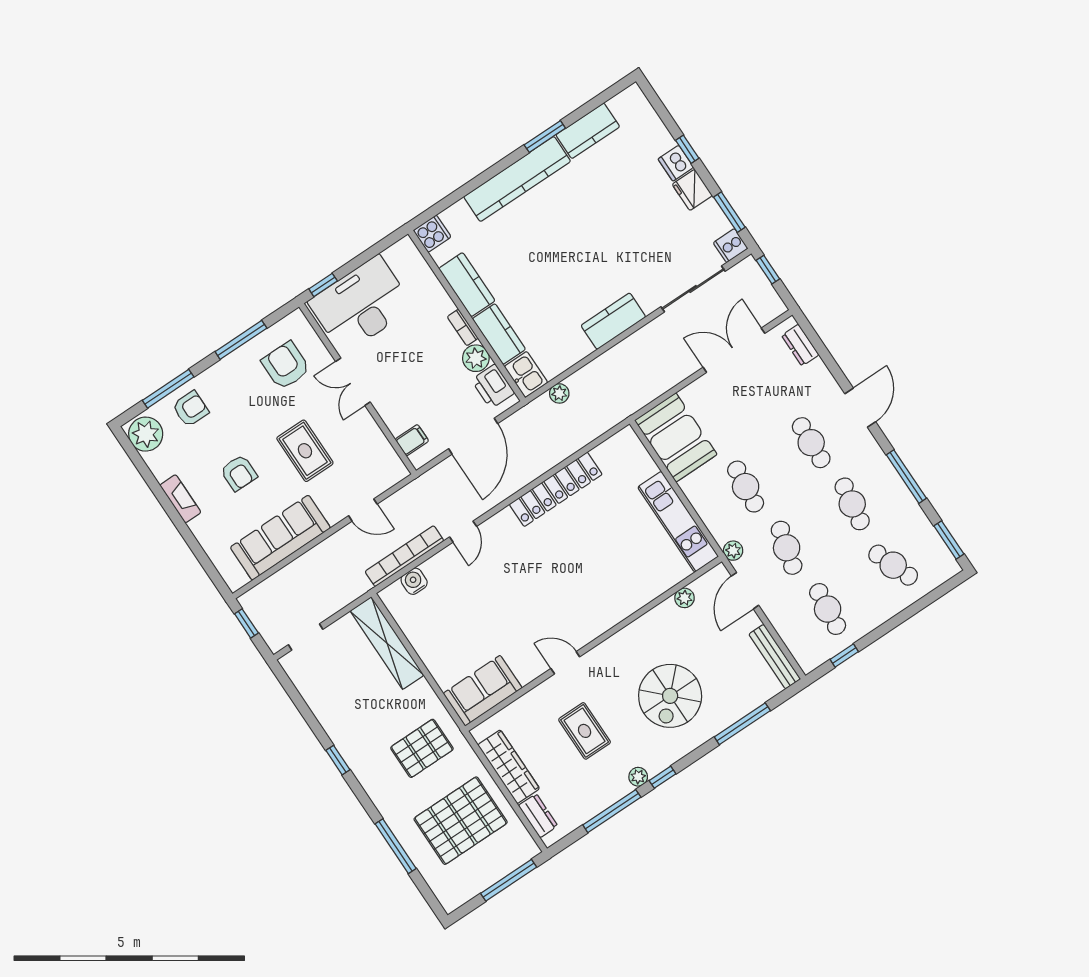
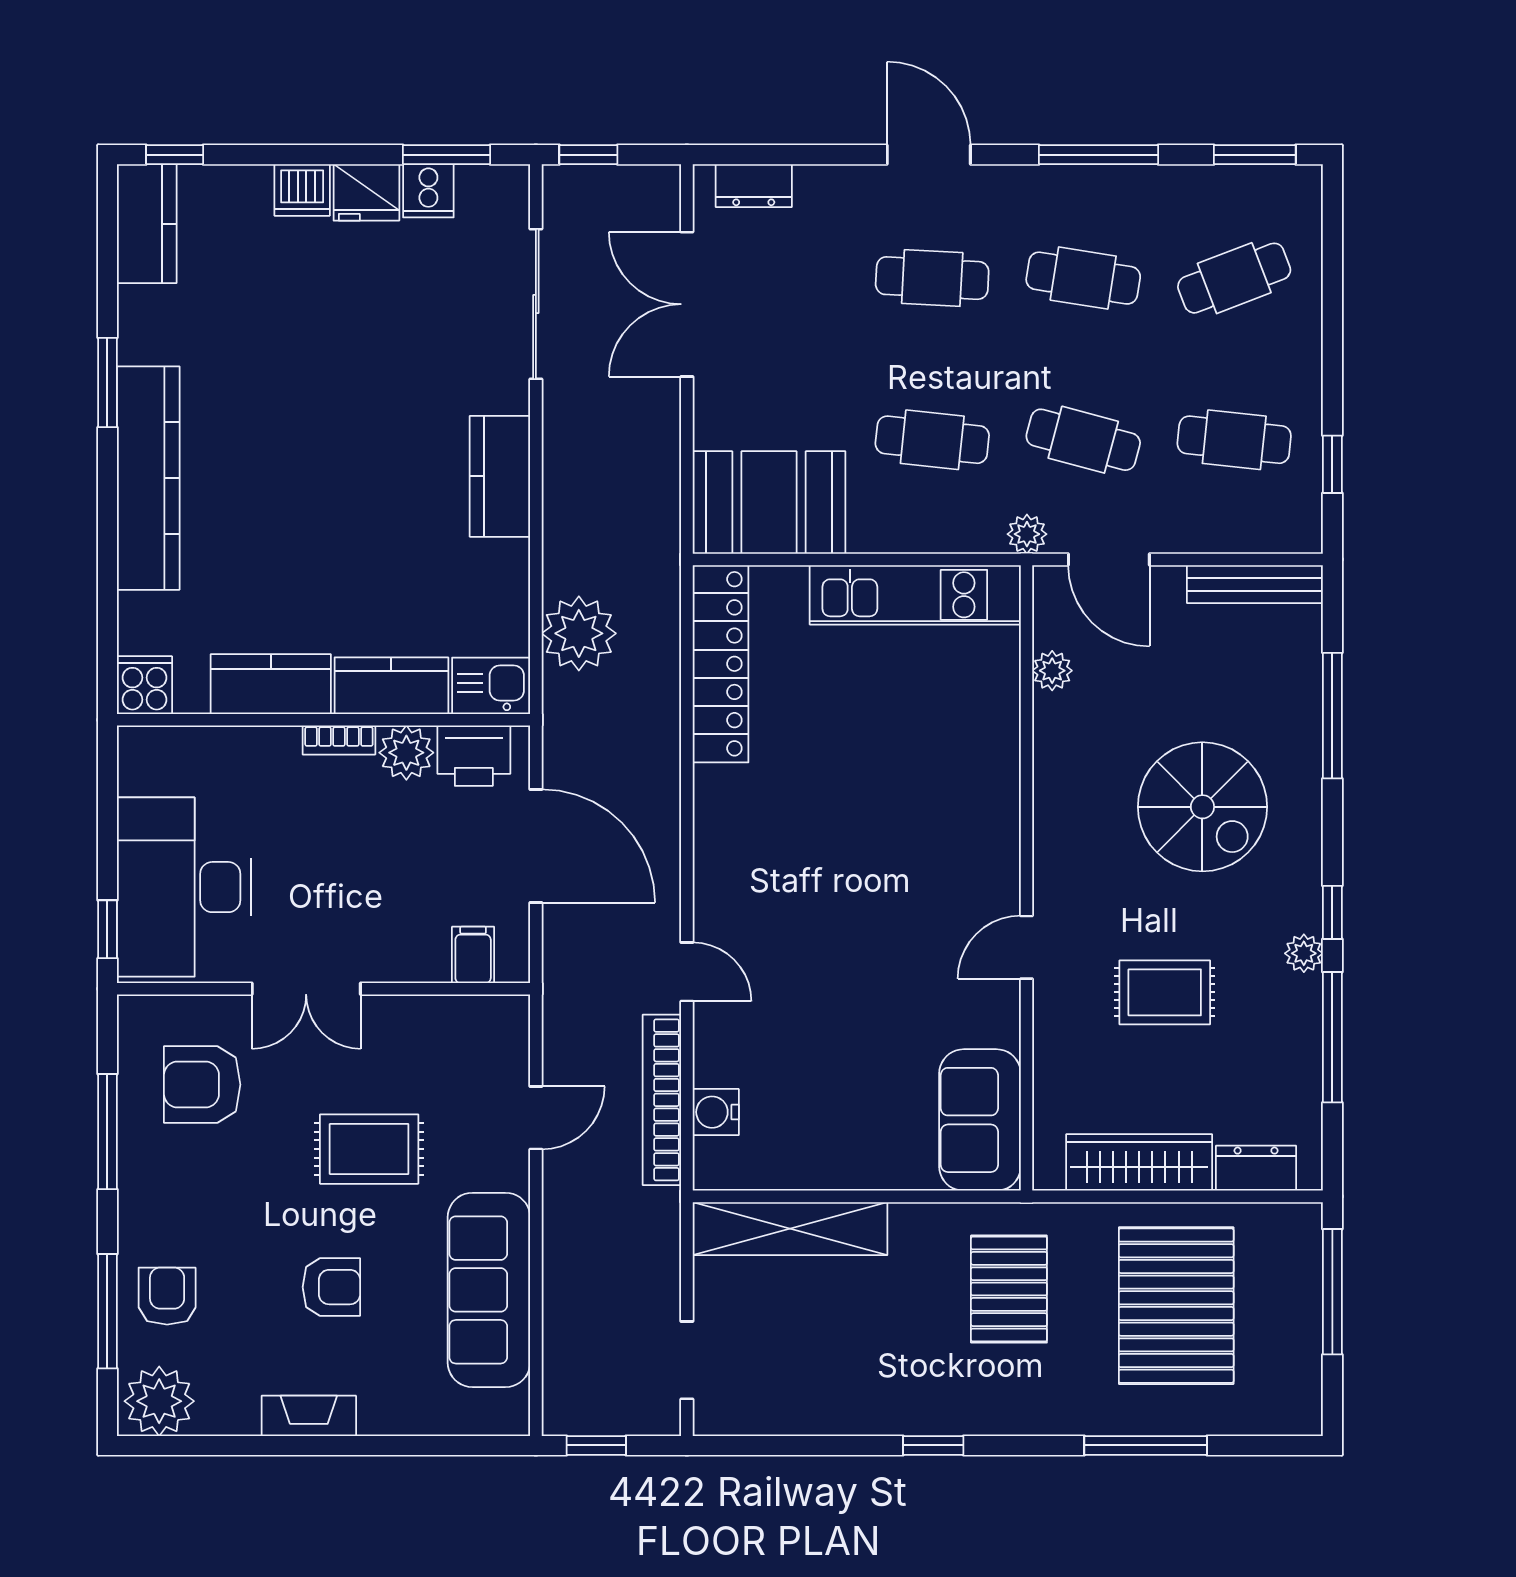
kitchen counter: (588, 131) -> (147, 224), moved
window: (687, 149) -> (175, 155), moved
cooker: (731, 246) -> (428, 191), moved
plant: (559, 393) -> (579, 633), width x1.87, depth x1.87
locker: (556, 489) -> (720, 664), moved

